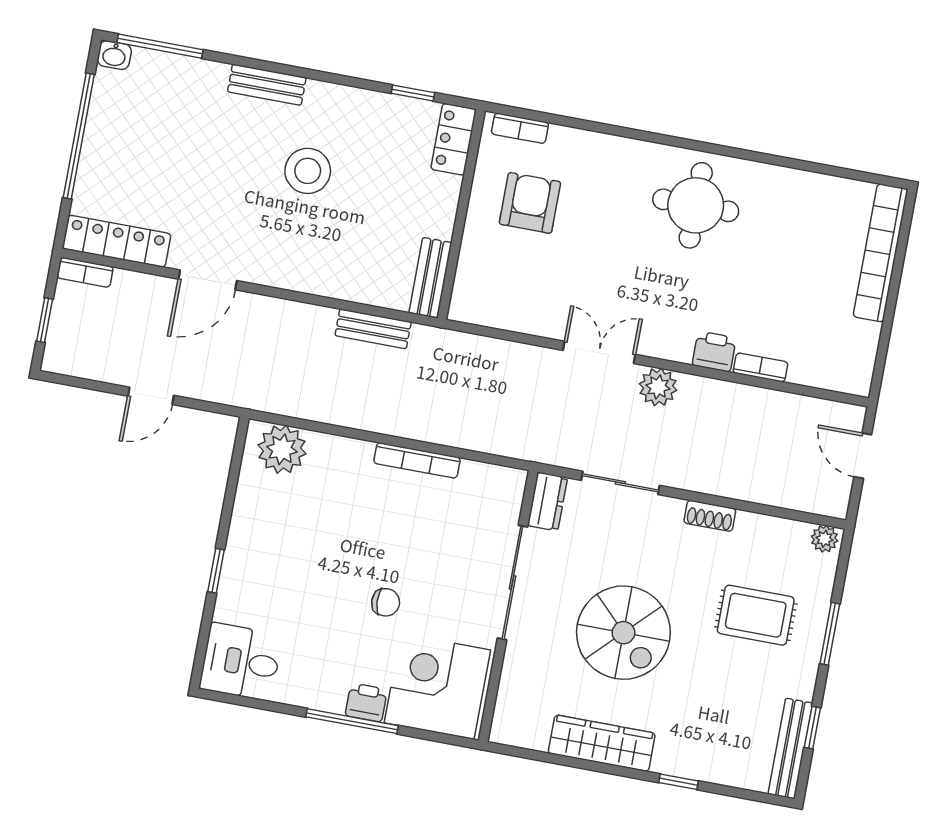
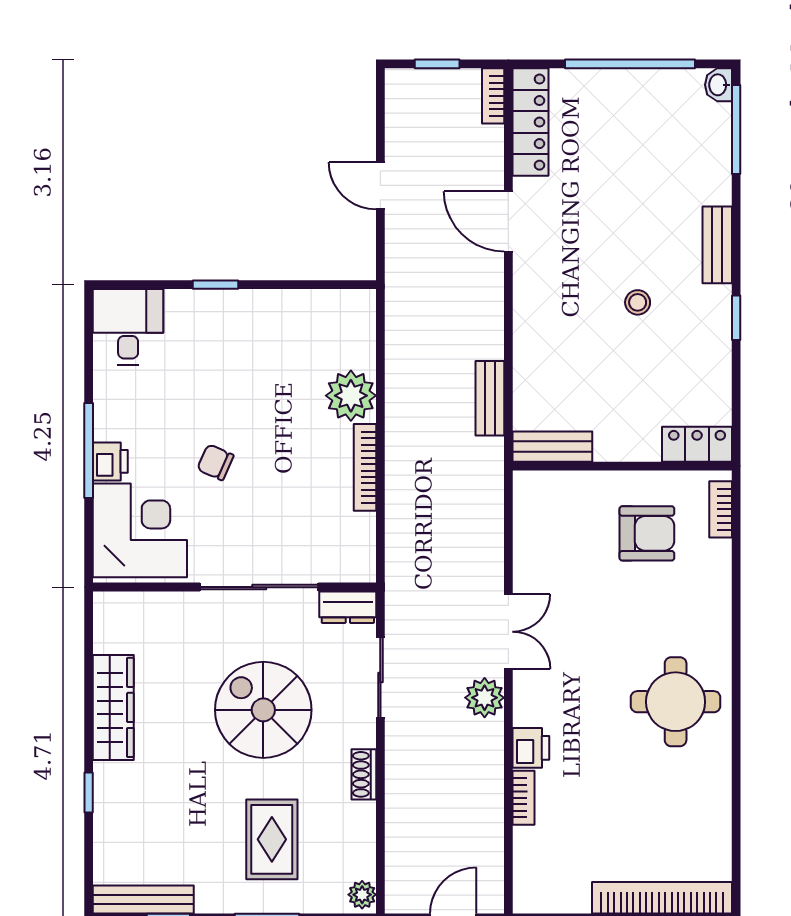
window: (413, 93) -> (736, 318), moved
stool: (308, 171) -> (638, 302), width x0.53, depth x0.53
plant: (282, 449) -> (351, 396), moved
chair: (386, 602) -> (215, 462), turned 116
spiral stairs: (623, 633) -> (263, 710), moved, turned 90

